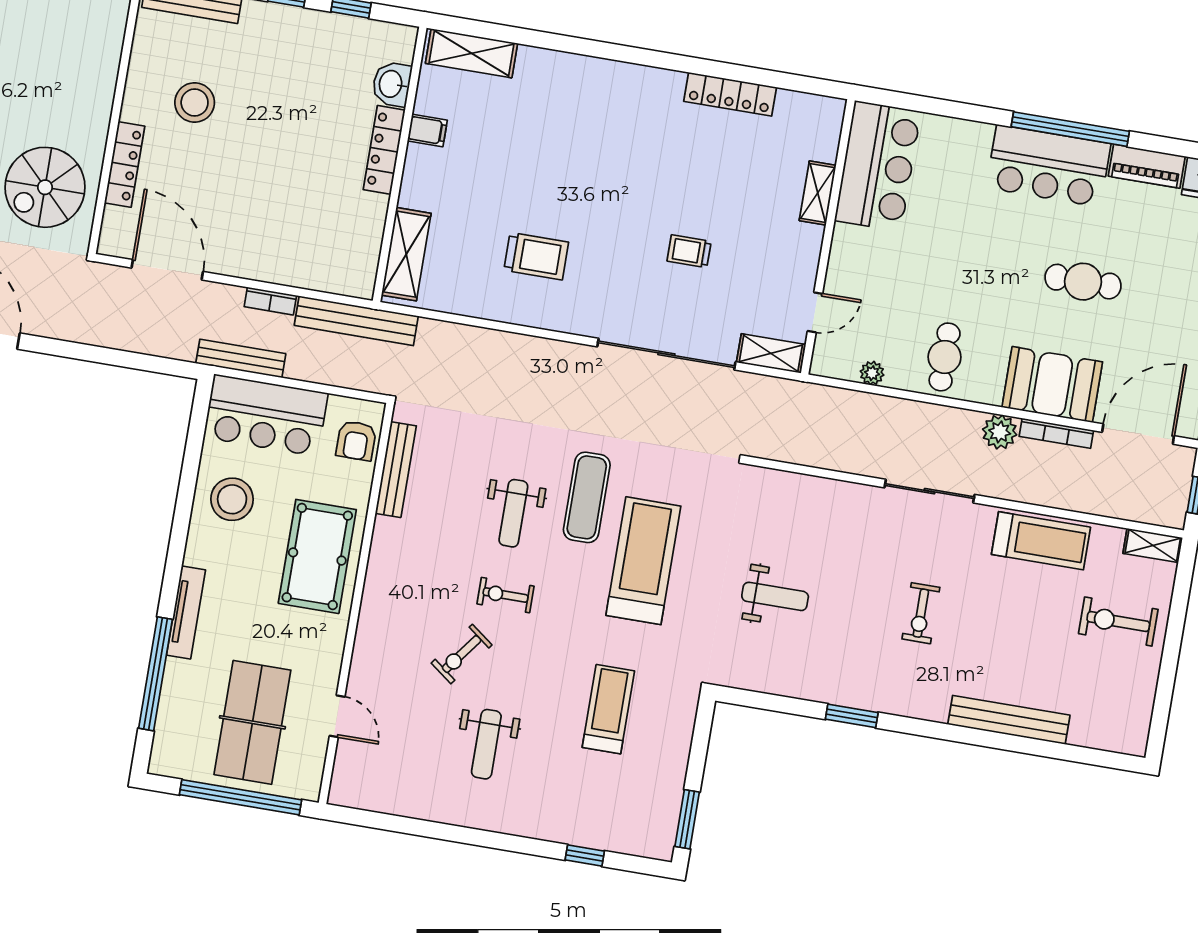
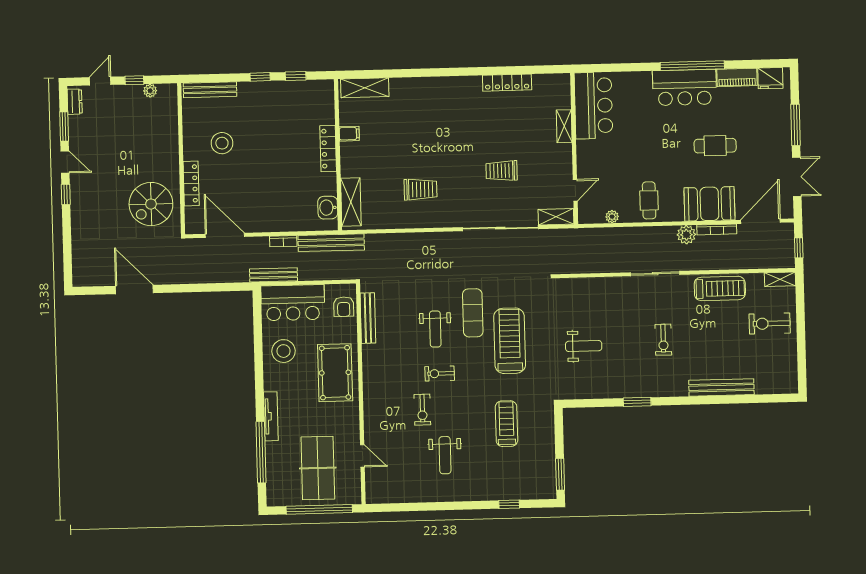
washbasin: (392, 84) -> (328, 208), moved
trolley: (689, 251) -> (502, 171), width x1.36, depth x1.39
exercise bike: (462, 654) -> (422, 410), turned -37

